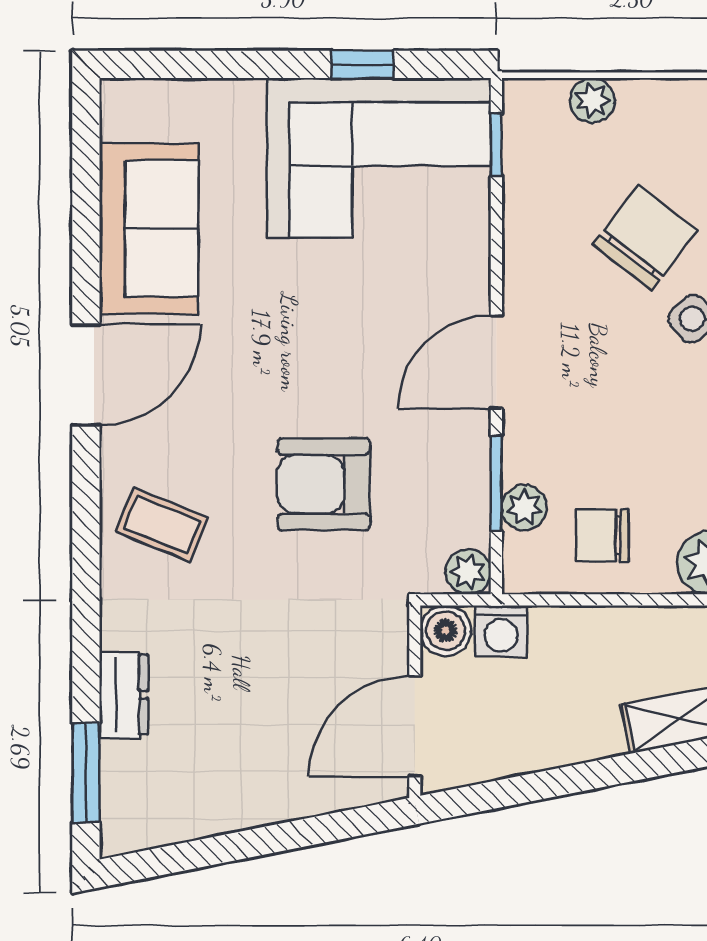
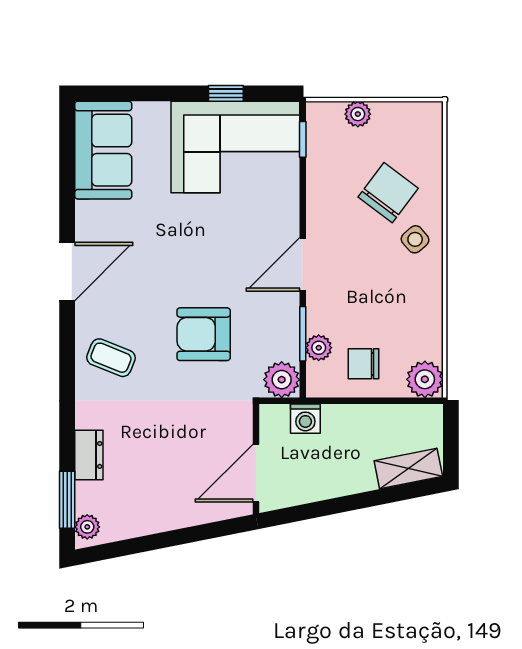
sofa: (149, 228) -> (103, 150), moved
plant: (468, 572) -> (282, 380), width x1.38, depth x1.38
boiler: (446, 631) -> (274, 418), removed
plant: (121, 820) -> (87, 527), added

